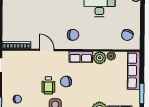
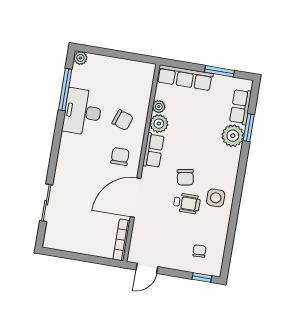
chair: (127, 35) -> (123, 120), moved
door: (47, 50) -> (136, 198), width x1.87

